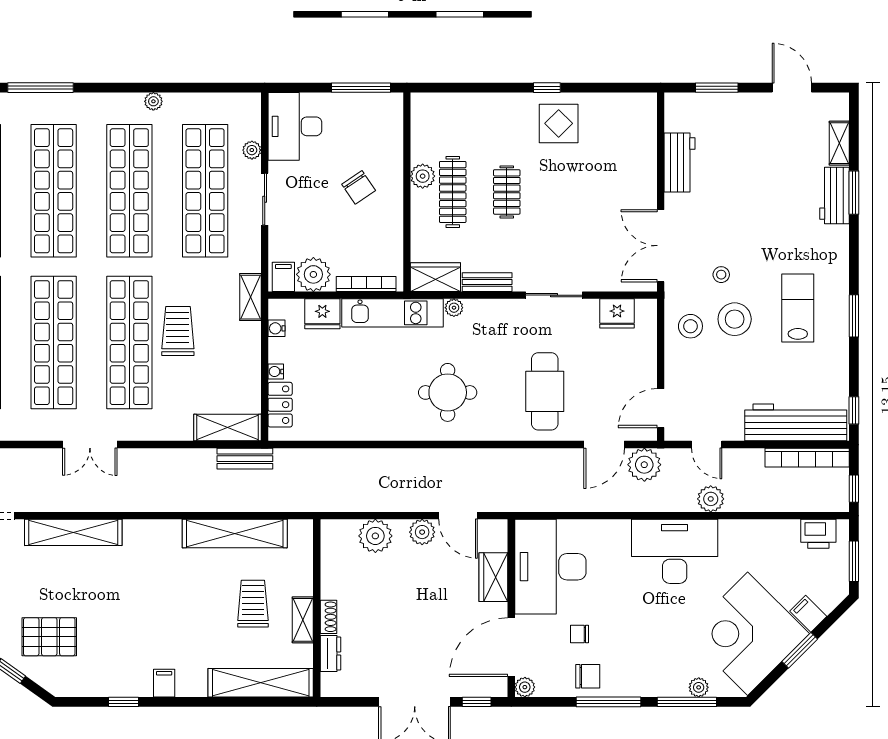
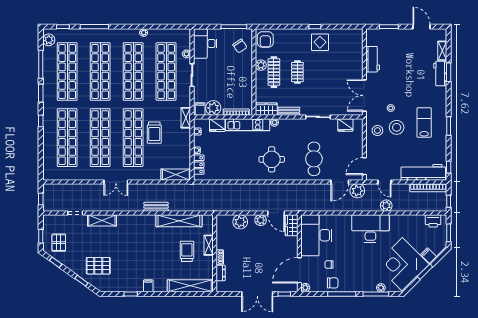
armchair: (433, 117) -> (265, 39), added
chair: (359, 187) -> (240, 46), moved
trolley: (178, 331) -> (154, 133), turned 180
bench: (245, 459) -> (156, 207), moved
shelving: (73, 532) -> (102, 220), width x0.68
wardrobe: (493, 577) -> (292, 225), moved
shelving: (303, 620) -> (209, 245), moved

